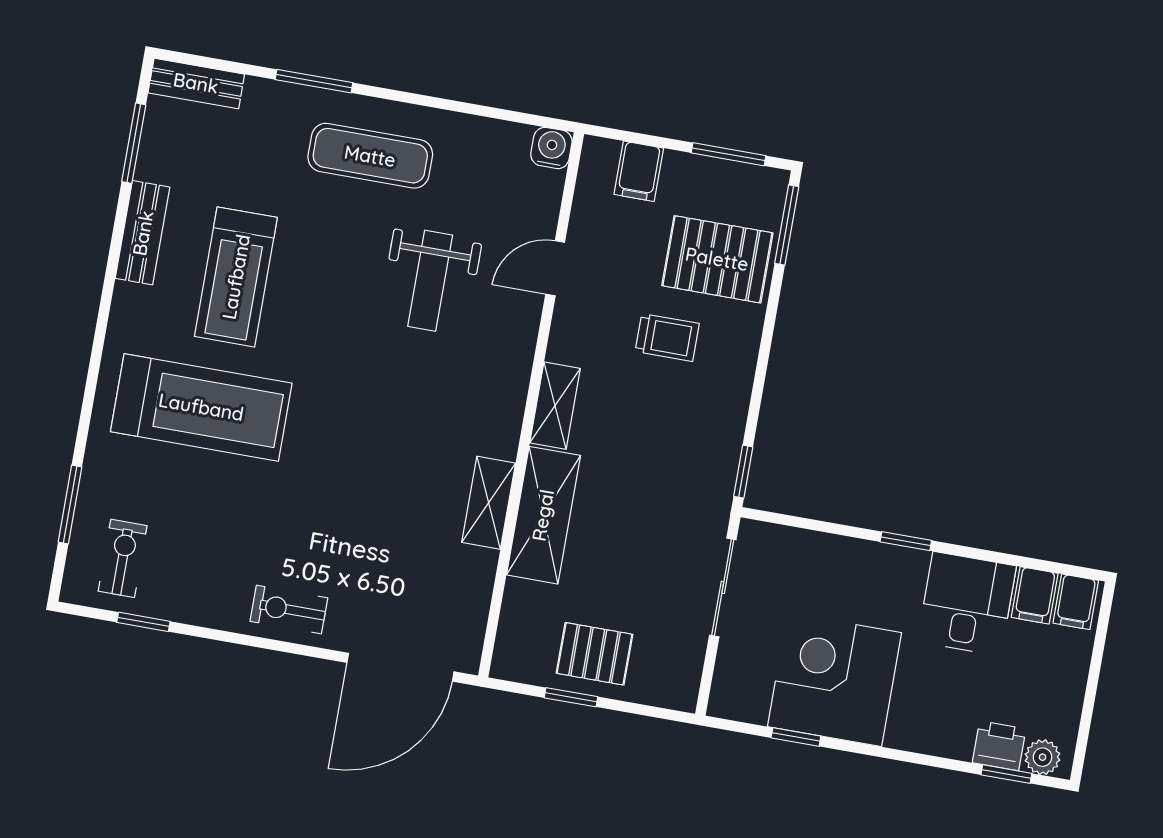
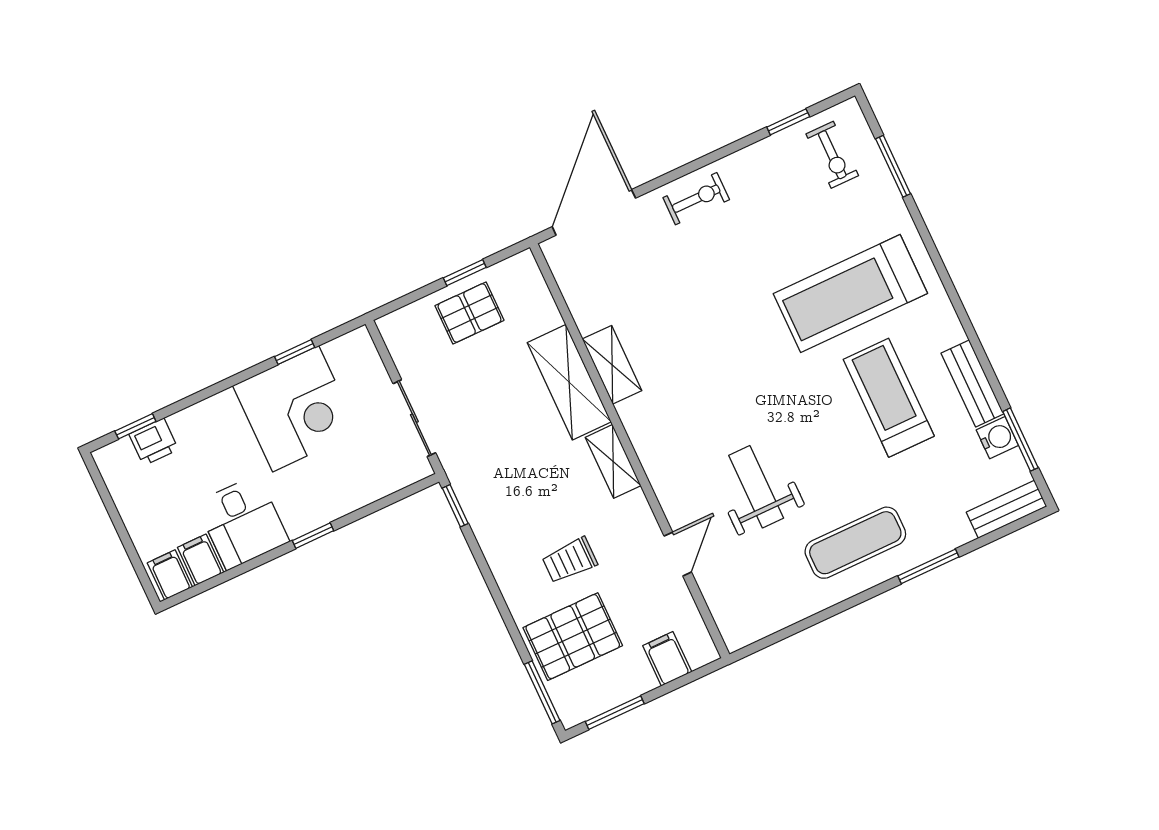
water cooler: (551, 148) -> (997, 438), moved, turned -90
plant: (1043, 757) -> (119, 455), removed

